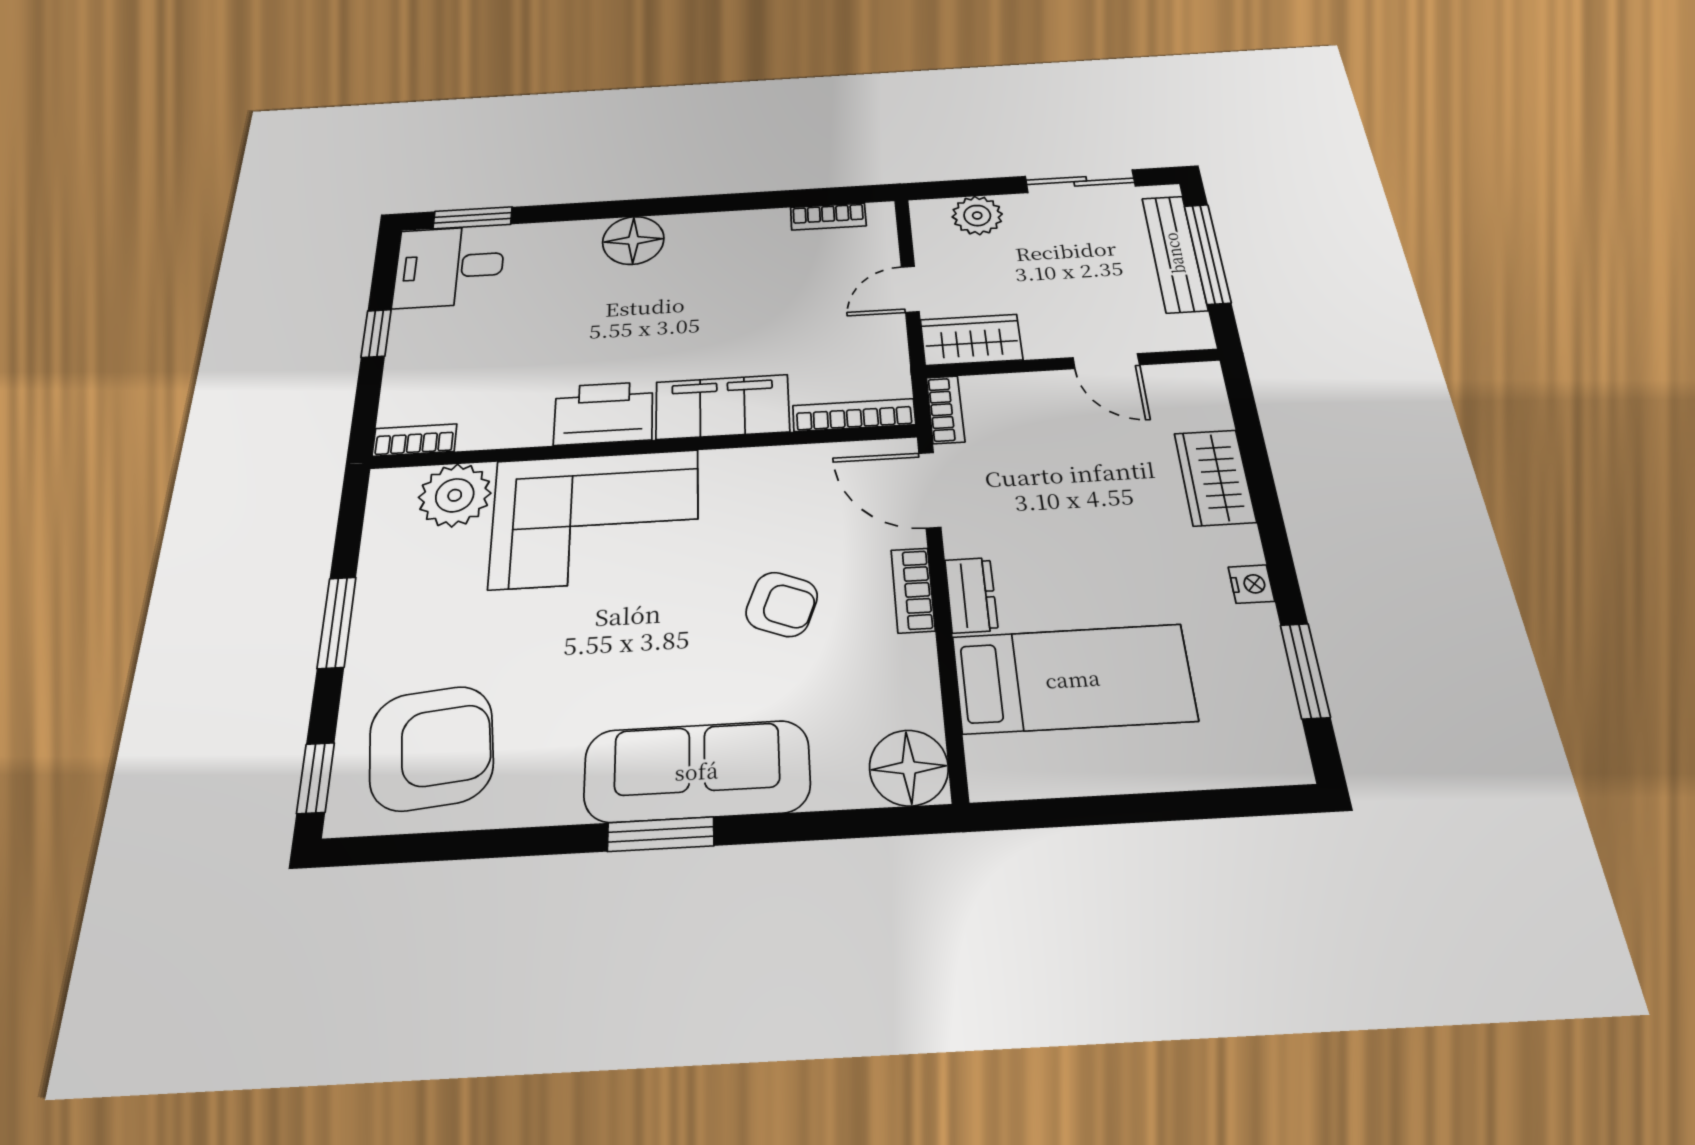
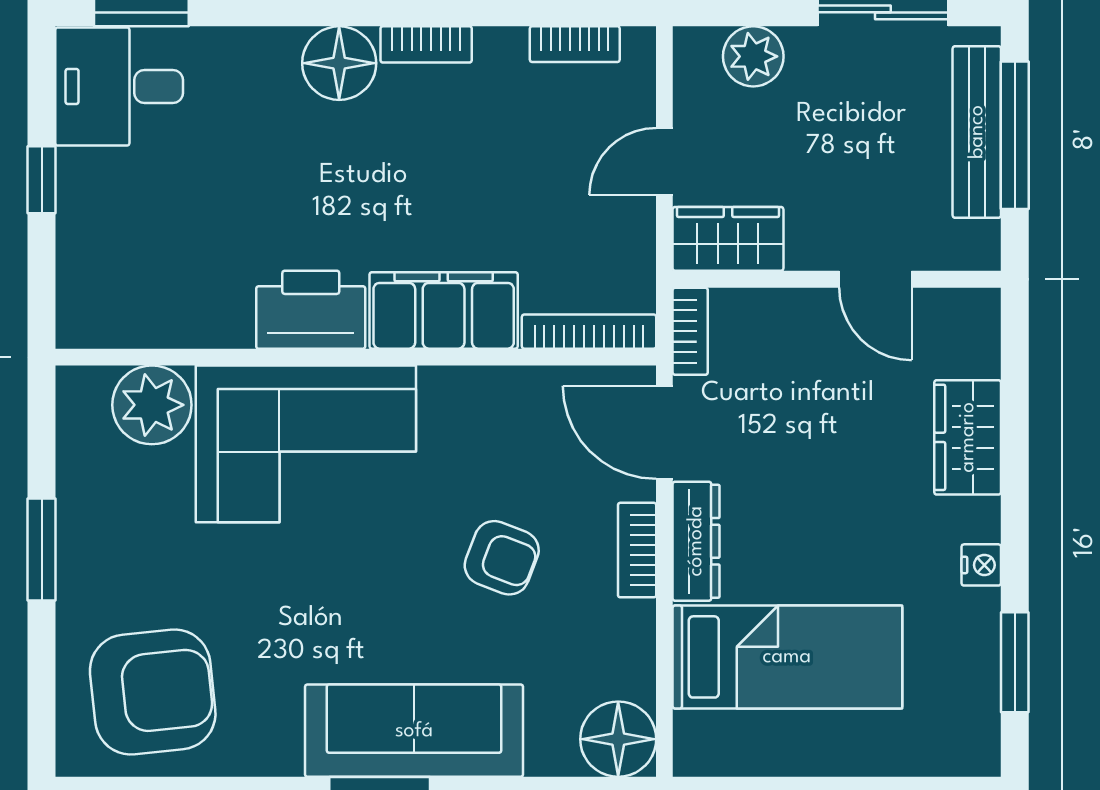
bookcase: (415, 440) -> (426, 44), moved, turned 180
dresser: (971, 595) -> (696, 541), width x1.44
window: (316, 778) -> (42, 716), removed

